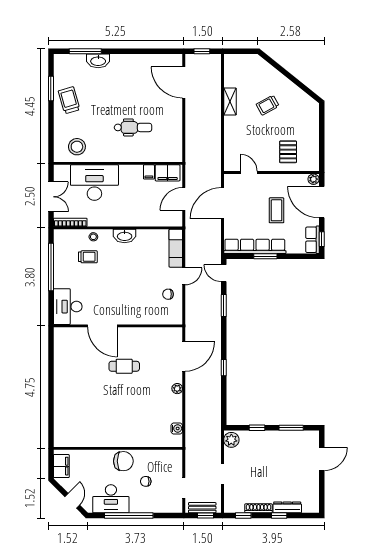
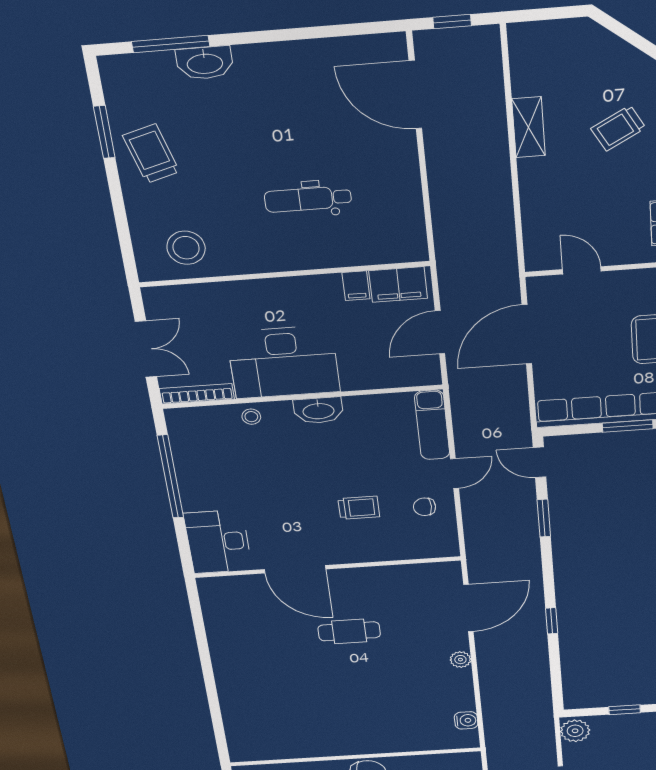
dental chair: (133, 127) -> (308, 199), turned 180
desk: (94, 183) -> (283, 362), moved, turned 180
trolley: (88, 257) -> (359, 508), moved

